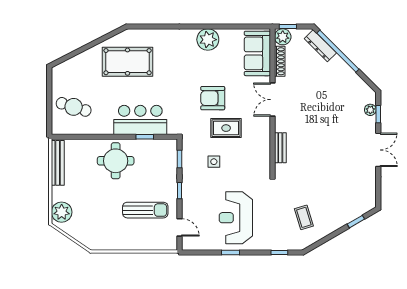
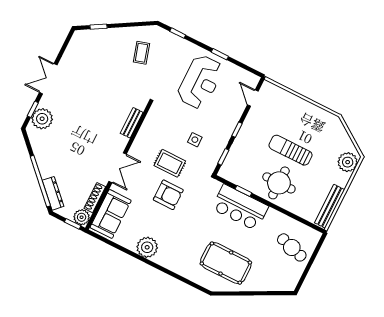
plant: (370, 110) -> (42, 119), width x1.87, depth x1.87
sun lounger: (145, 210) -> (291, 150), moved

